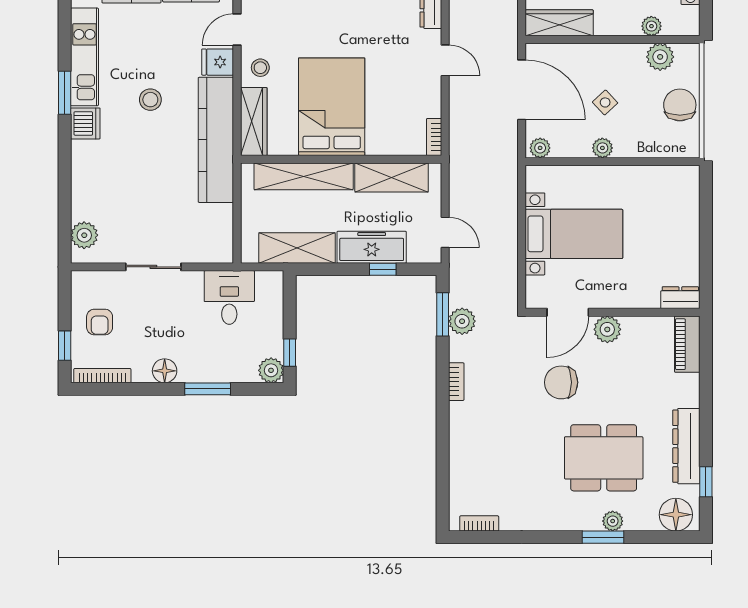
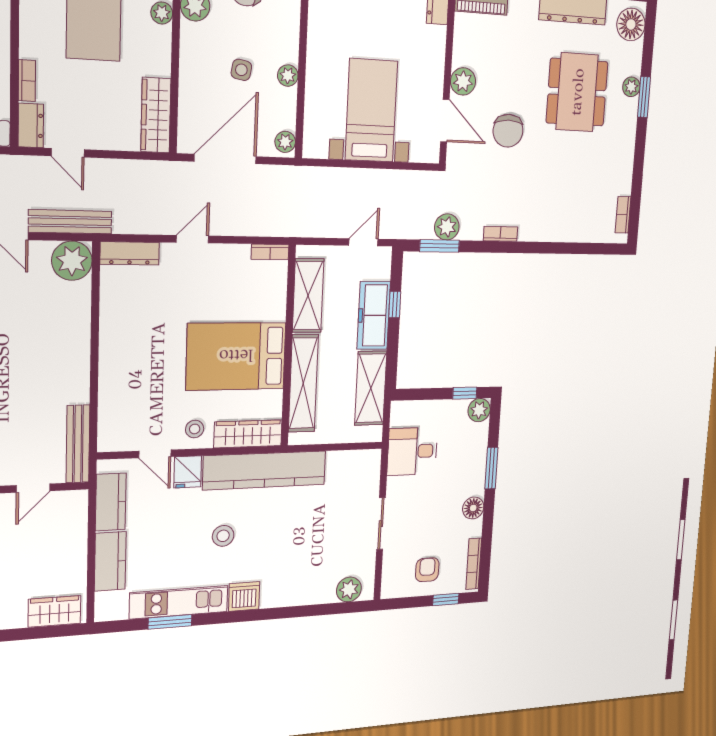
window: (65, 93) -> (170, 622), moved
side table: (605, 102) -> (241, 70), turned -37
armchair: (100, 322) -> (427, 570), turned -90

